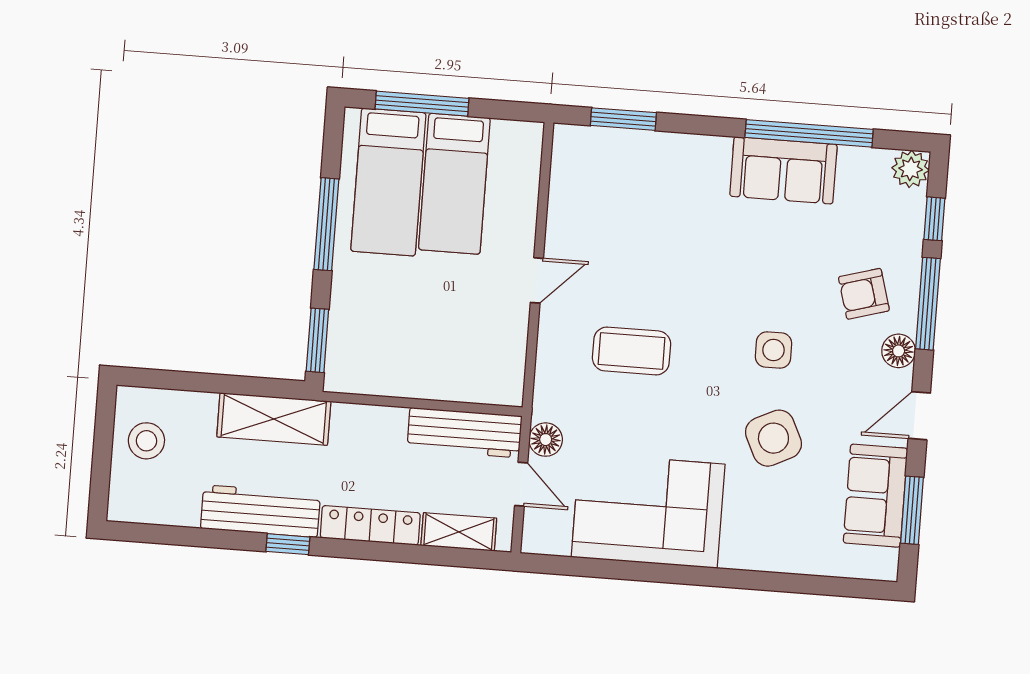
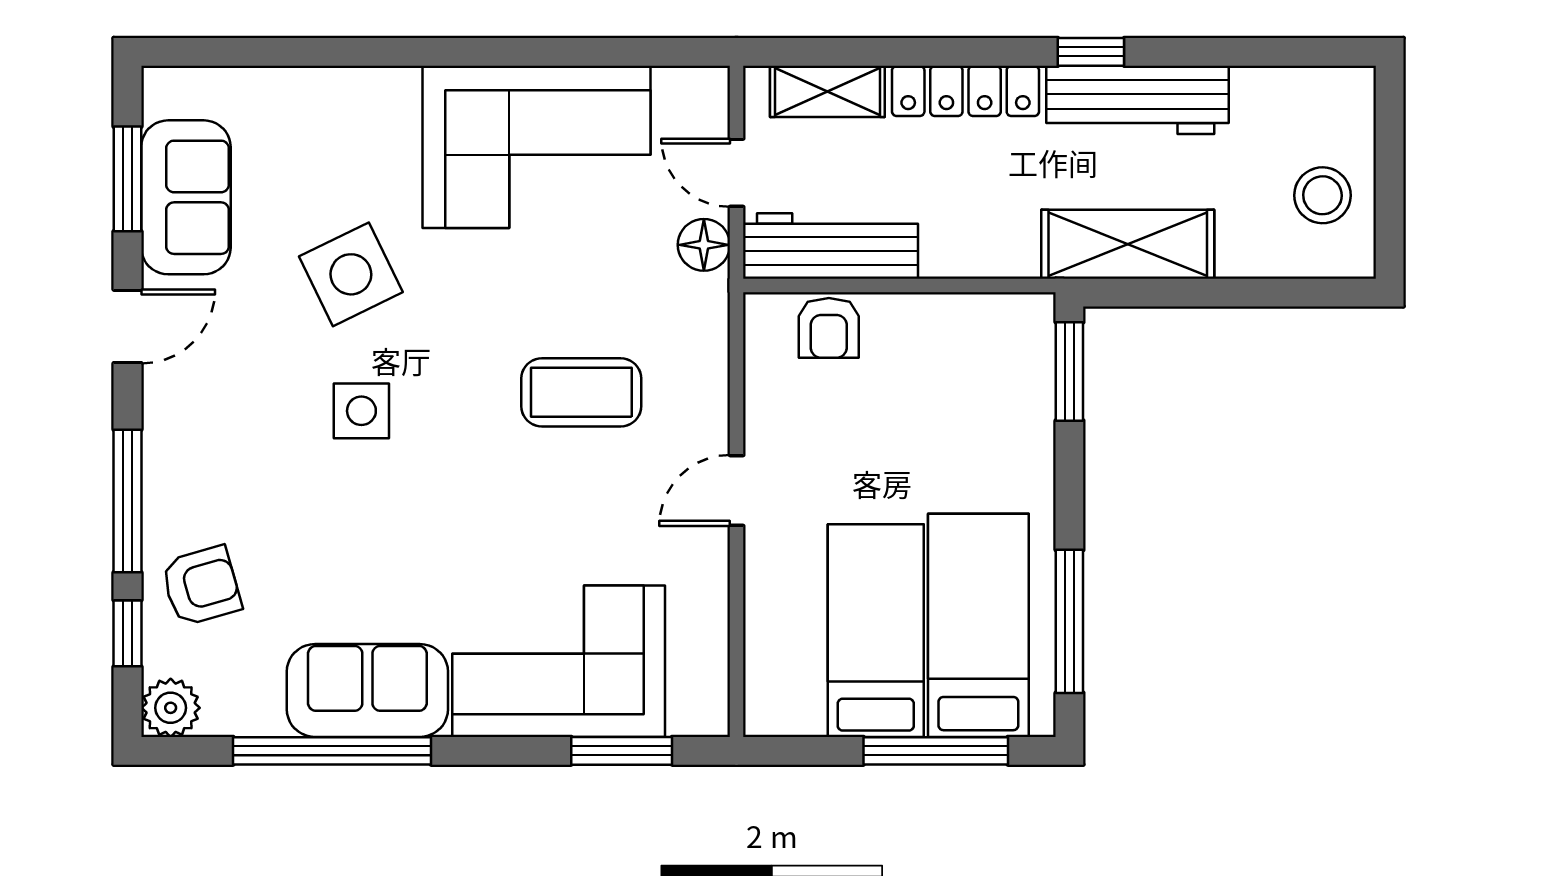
corner sofa: (659, 180) -> (559, 661), added
window: (326, 224) -> (1069, 621), moved
armchair: (864, 294) -> (201, 586), moved
floor lamp: (899, 351) -> (167, 424), removed
armchair: (470, 380) -> (829, 328), added

